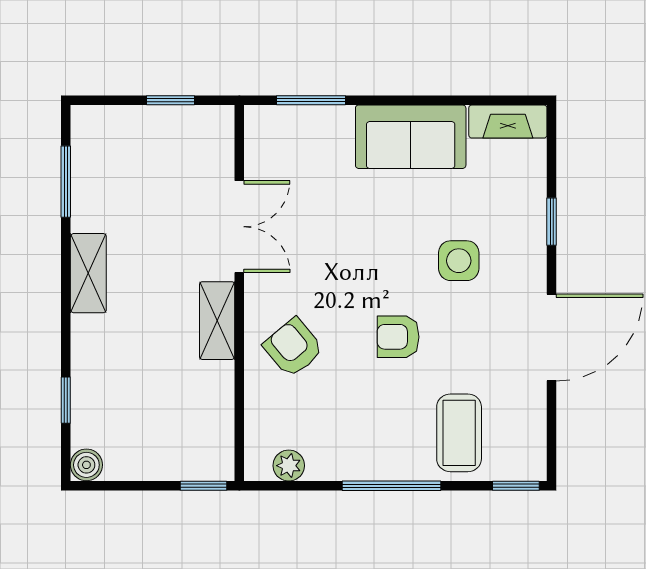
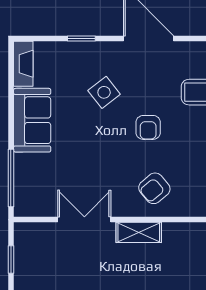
window: (311, 100) -> (11, 178), width x1.44
side table: (459, 261) -> (104, 92), turned -38

